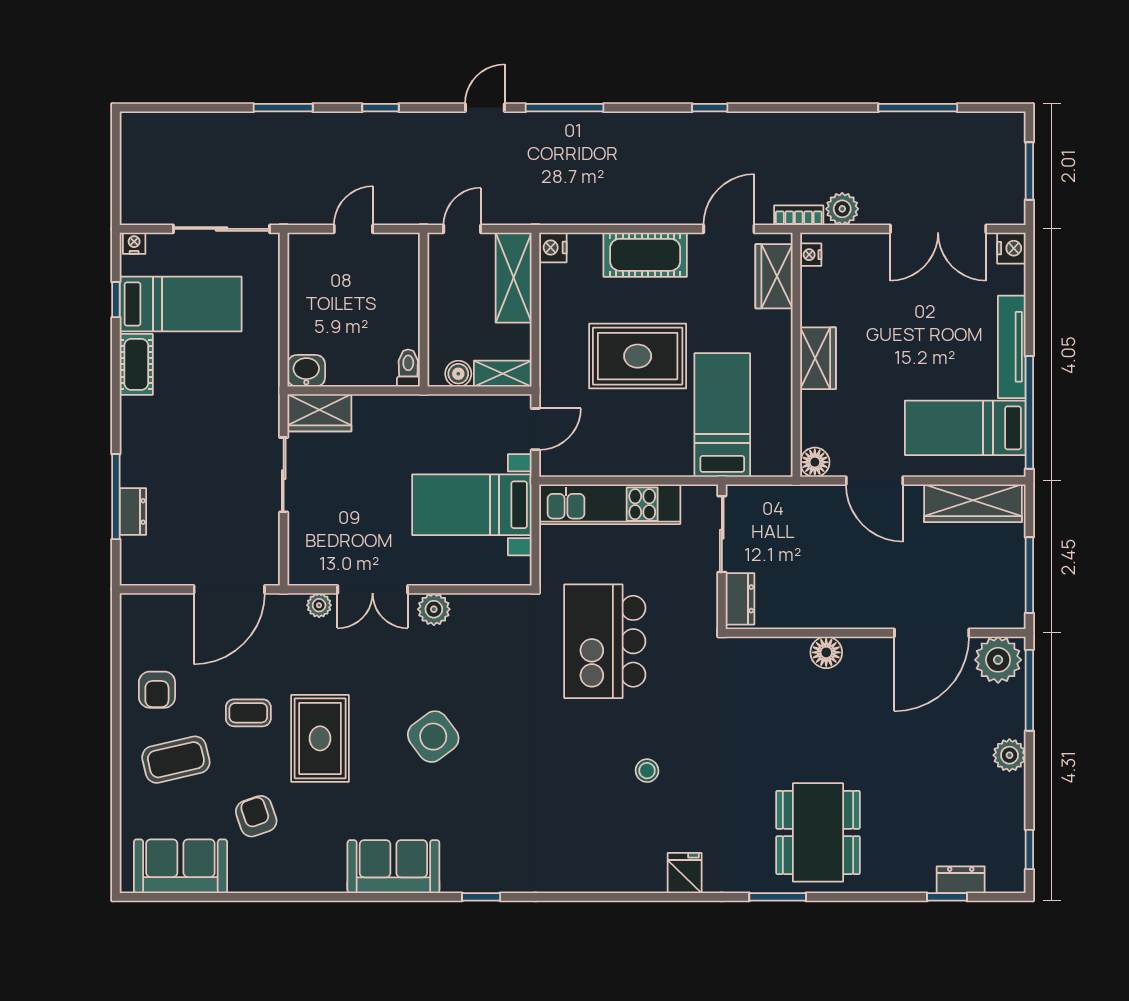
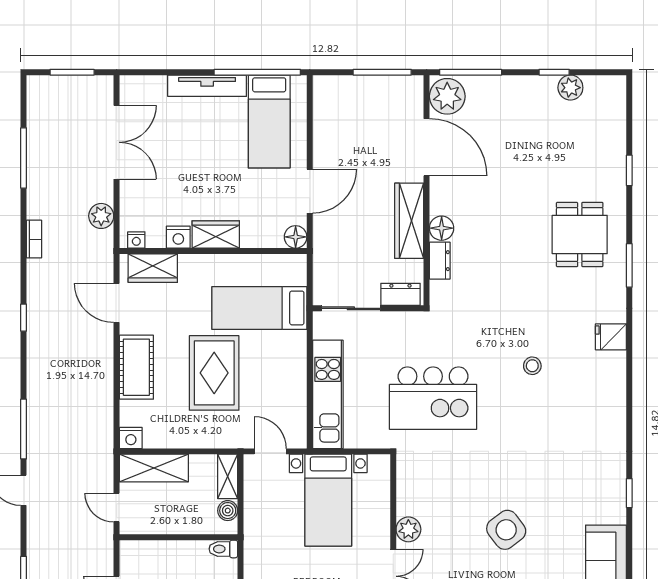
bookcase: (799, 215) -> (34, 239), moved, turned 180
nightstand: (1011, 248) -> (178, 237), moved, turned 180
wardrobe: (973, 503) -> (409, 221), moved, turned 180
plant: (1009, 755) -> (570, 88), moved
dining table: (818, 832) -> (580, 235), width x0.73
window: (1029, 849) -> (554, 72), moved
dresser: (961, 880) -> (440, 261), moved, turned 180
window: (947, 897) -> (629, 170), moved

